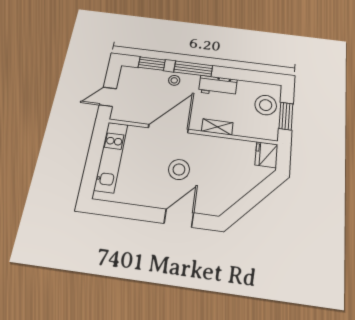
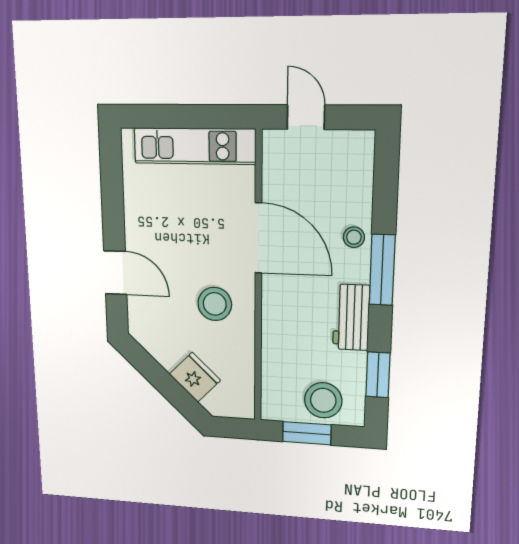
window: (152, 64) -> (378, 375), moved
shelving: (217, 127) -> (272, 321), removed
fridge: (266, 155) -> (195, 377), moved, turned 44
stool: (179, 169) -> (215, 304), moved

